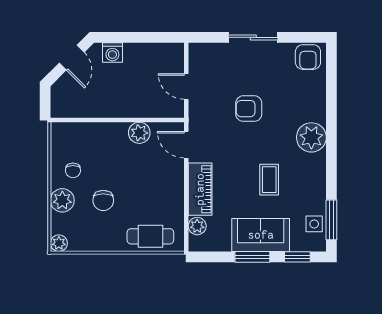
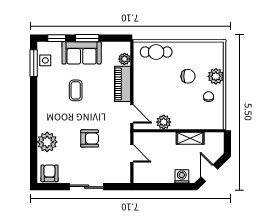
shelving: (100, 109) -> (190, 138), added
plant: (311, 137) -> (47, 142), moved
chair: (103, 200) -> (188, 76), turned 90
plant: (59, 243) -> (218, 47), removed

